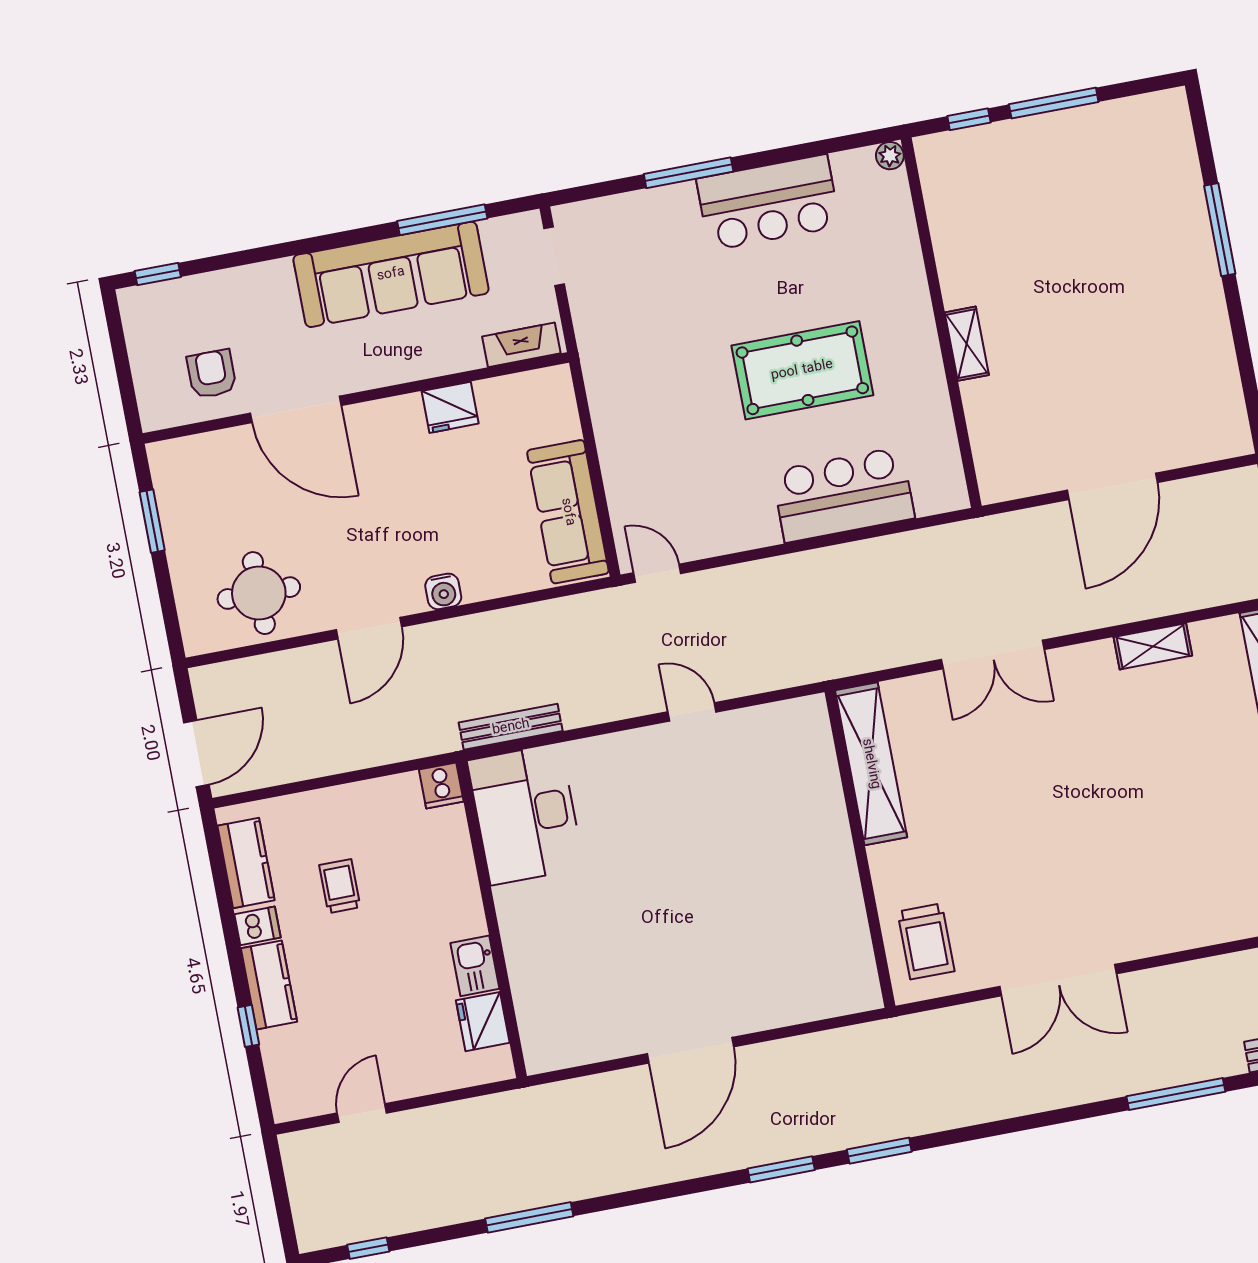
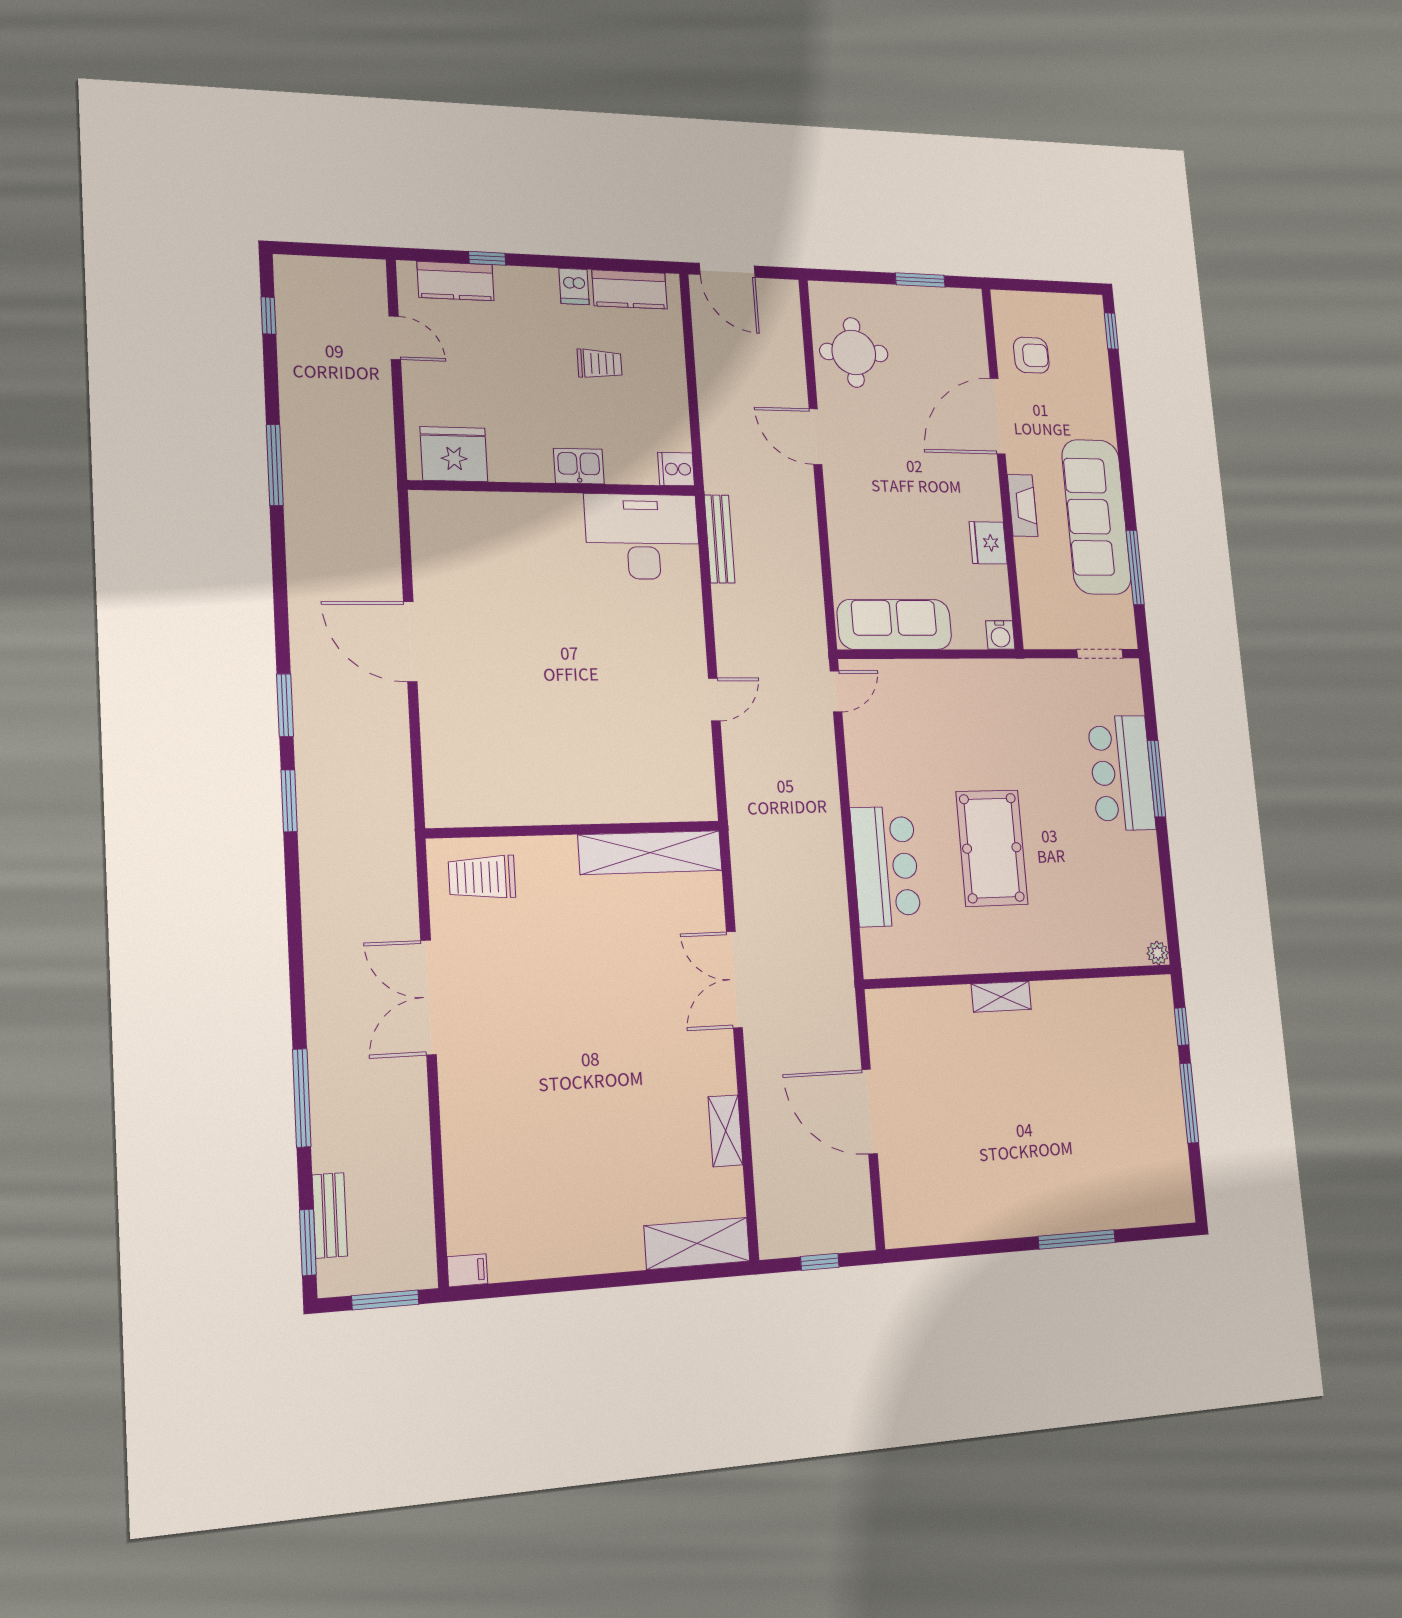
bar counter: (768, 203) -> (1122, 773), moved
fireplace: (521, 345) -> (1023, 505), moved
water cooler: (443, 591) -> (1000, 635), moved, turned -90
kitchen sink: (475, 966) -> (579, 466), moved
kitchen counter: (269, 985) -> (456, 281), moved
fridge: (483, 1022) -> (454, 454), width x1.36, depth x1.34

